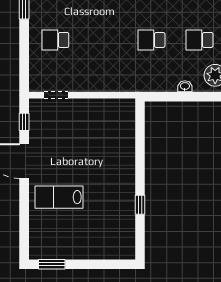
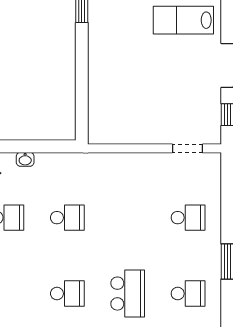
lab bench: (59, 197) -> (183, 20), turned 180

